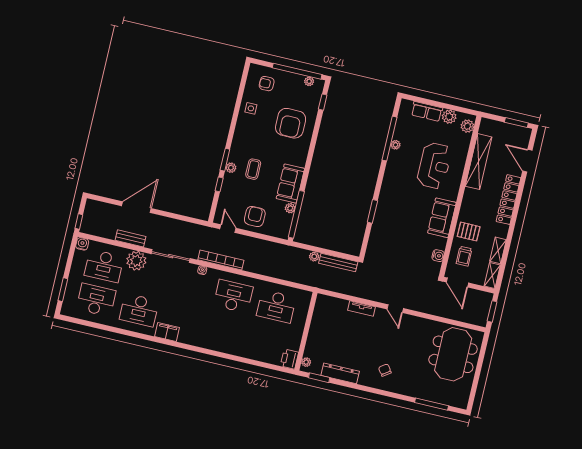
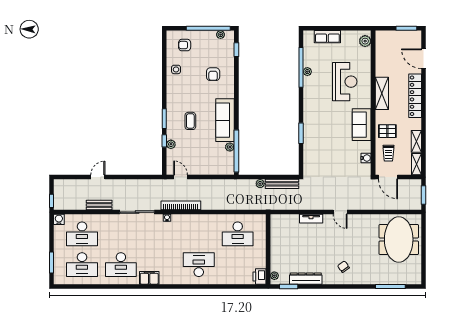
plant: (449, 117) -> (348, 37), removed
armchair: (291, 123) -> (213, 74), width x0.53, depth x0.53
shelving: (479, 162) -> (382, 93), moved, width x0.68
plant: (231, 168) -> (171, 144), moved
sofa: (290, 184) -> (225, 120), width x1.36
door: (136, 207) -> (98, 177), width x0.53
armchair: (255, 217) -> (201, 161), removed
plant: (136, 261) -> (109, 223), removed
desk: (233, 296) -> (199, 265), moved
desk: (96, 300) -> (82, 265), turned 180

